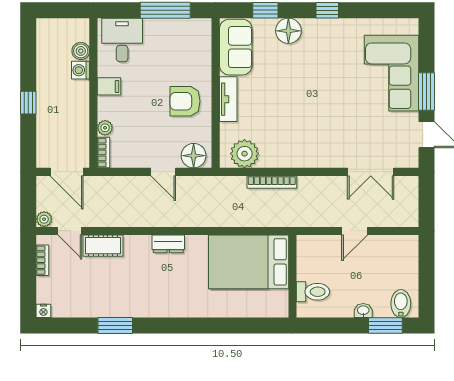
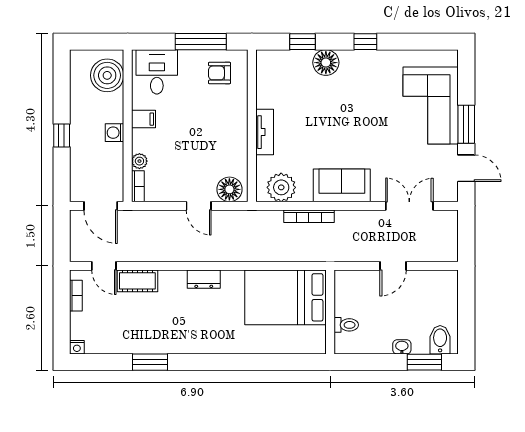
sofa: (236, 47) -> (342, 185), moved, turned -90
boiler: (81, 51) -> (107, 75), width x1.86, depth x1.86
washing machine: (81, 70) -> (115, 133), moved
armchair: (185, 101) -> (219, 73), moved, width x0.72, depth x0.72
double door: (371, 172) -> (409, 206), swing flipped
plant: (44, 219) -> (78, 254), removed
toilet: (313, 292) -> (346, 325), width x0.73, depth x0.72

